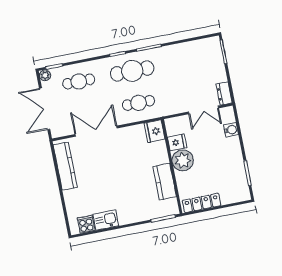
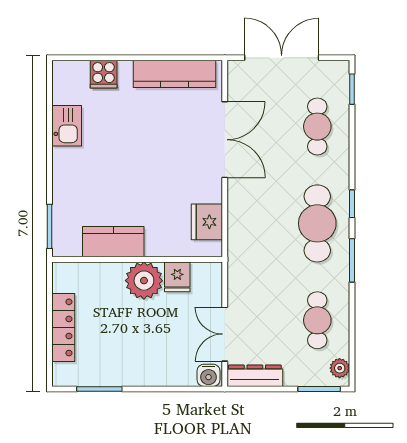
plant: (45, 75) -> (340, 368), moved
dresser: (224, 93) -> (255, 376), width x1.44
cafe table: (139, 103) -> (317, 320), moved
water cooler: (231, 130) -> (209, 375), moved
fridge: (155, 131) -> (207, 222), moved, turned -90
locker: (202, 203) -> (63, 327), moved
cooker: (86, 224) -> (104, 74), moved, turned 90

